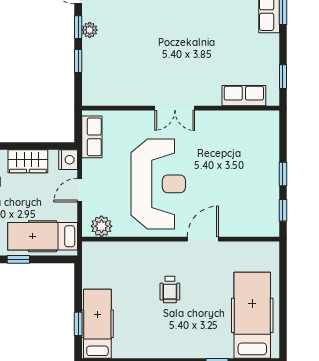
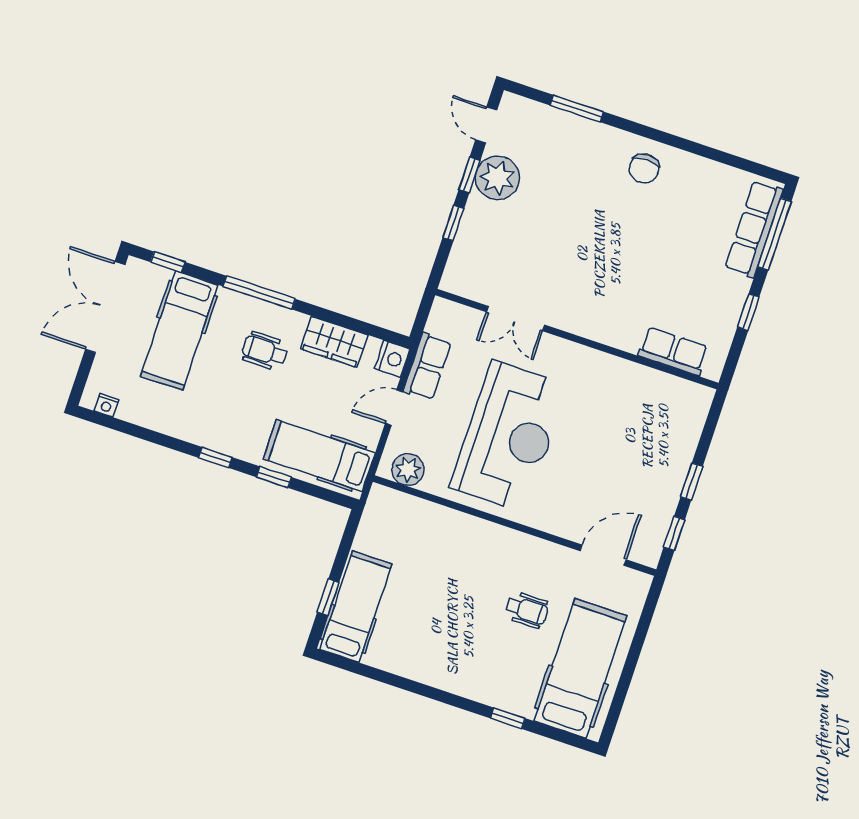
plant: (90, 30) -> (498, 178), width x1.87, depth x1.87
window: (283, 77) -> (748, 312), moved
double door: (175, 108) -> (515, 318), moved
row of seats: (92, 137) -> (427, 367), moved
door: (203, 239) -> (603, 555), moved
wheelchair: (170, 289) -> (527, 610), moved, turned -90

